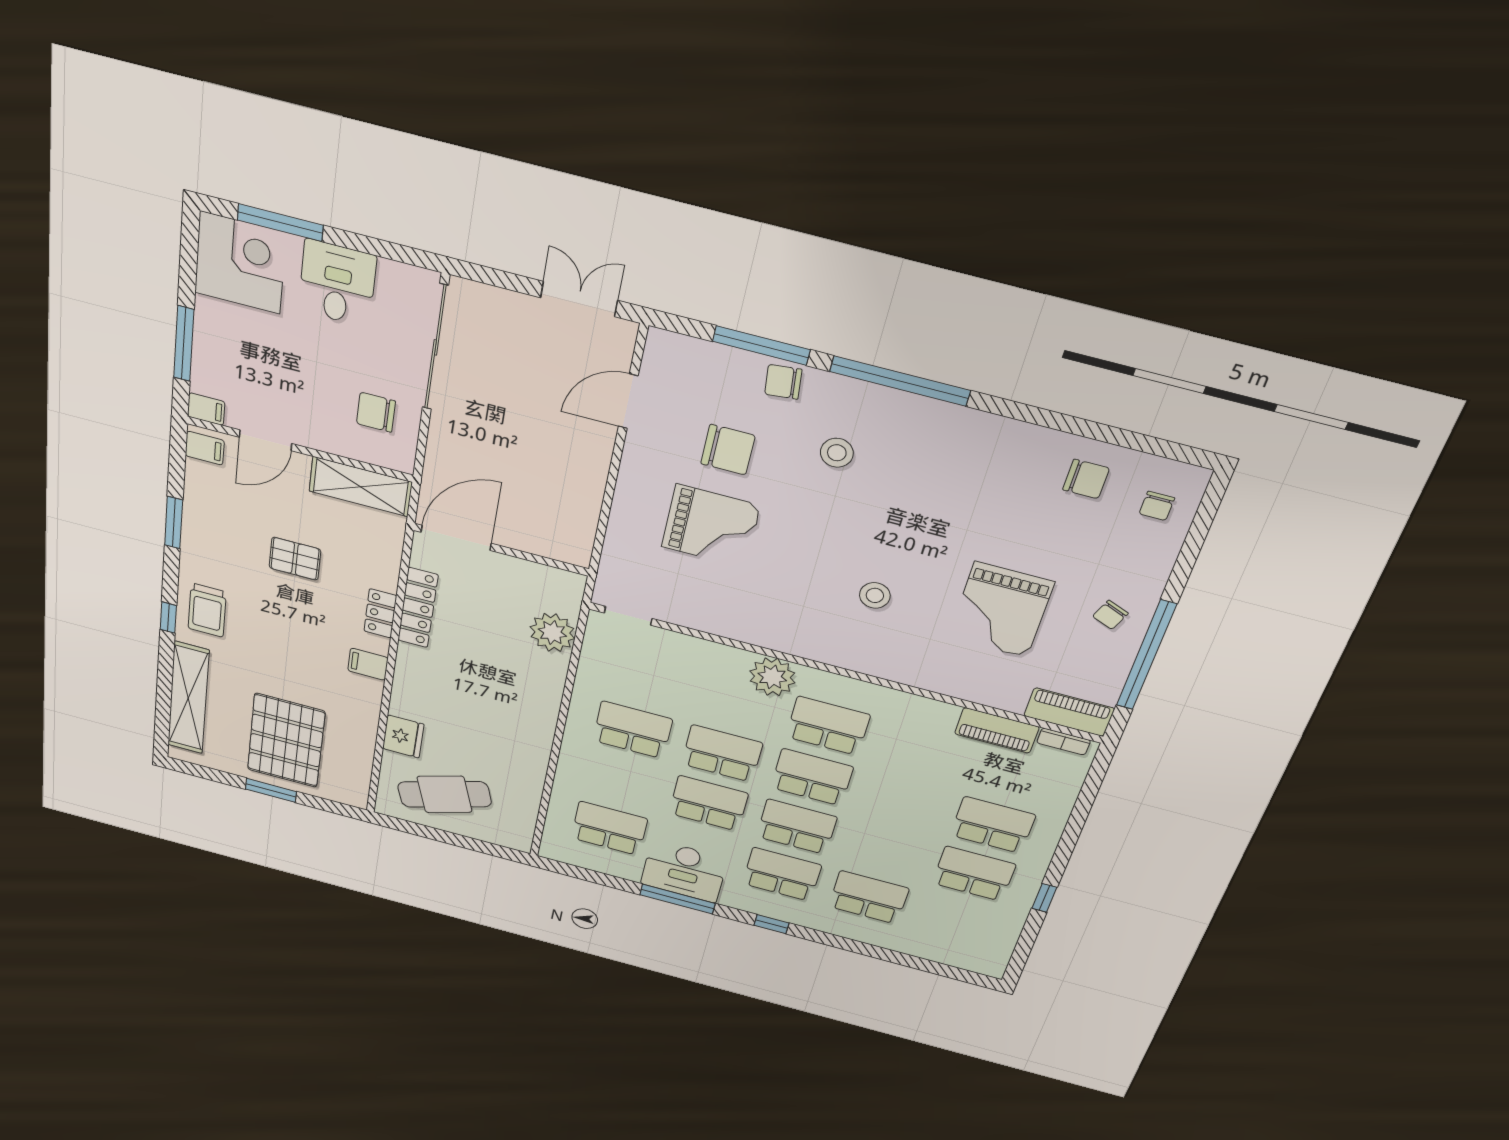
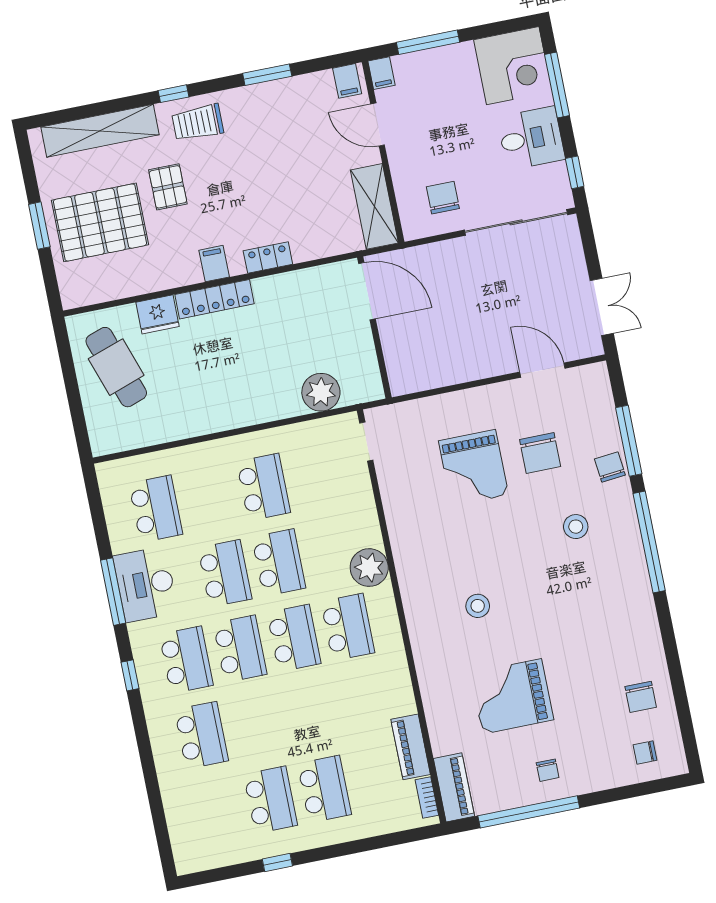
window: (397, 253) -> (575, 172), added
pallet: (295, 559) -> (168, 187), moved
locker: (418, 608) -> (215, 299), moved
chair: (1110, 615) -> (548, 770), turned -112

